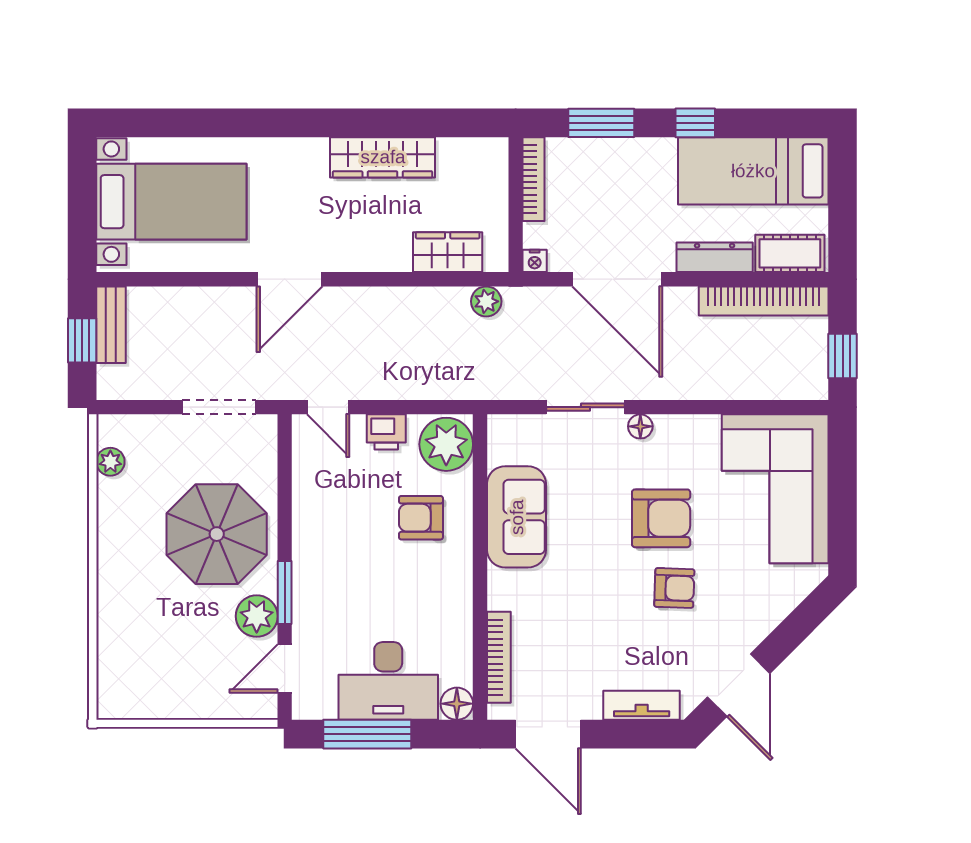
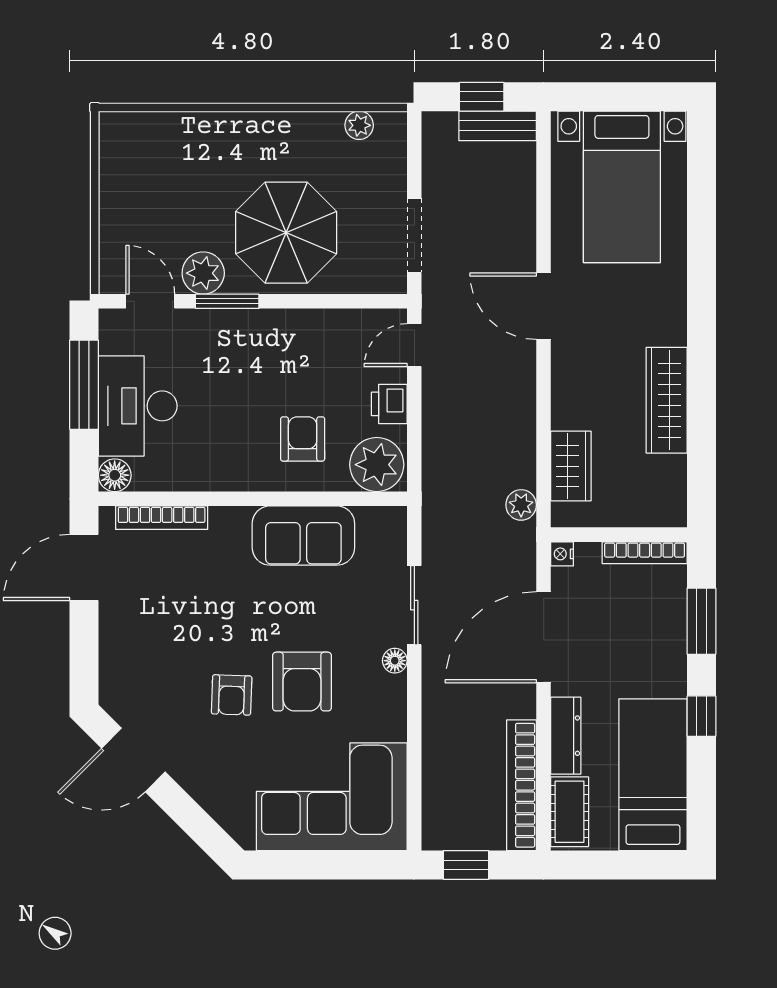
tv unit: (642, 705) -> (113, 662), removed

